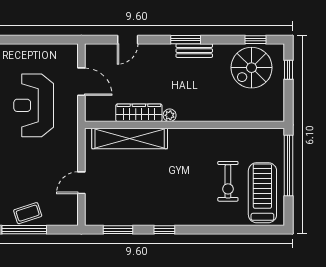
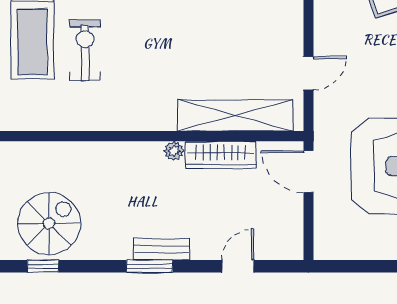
bench: (194, 51) -> (161, 249), moved
door: (81, 82) -> (308, 171), moved
door: (81, 183) -> (308, 73), moved

